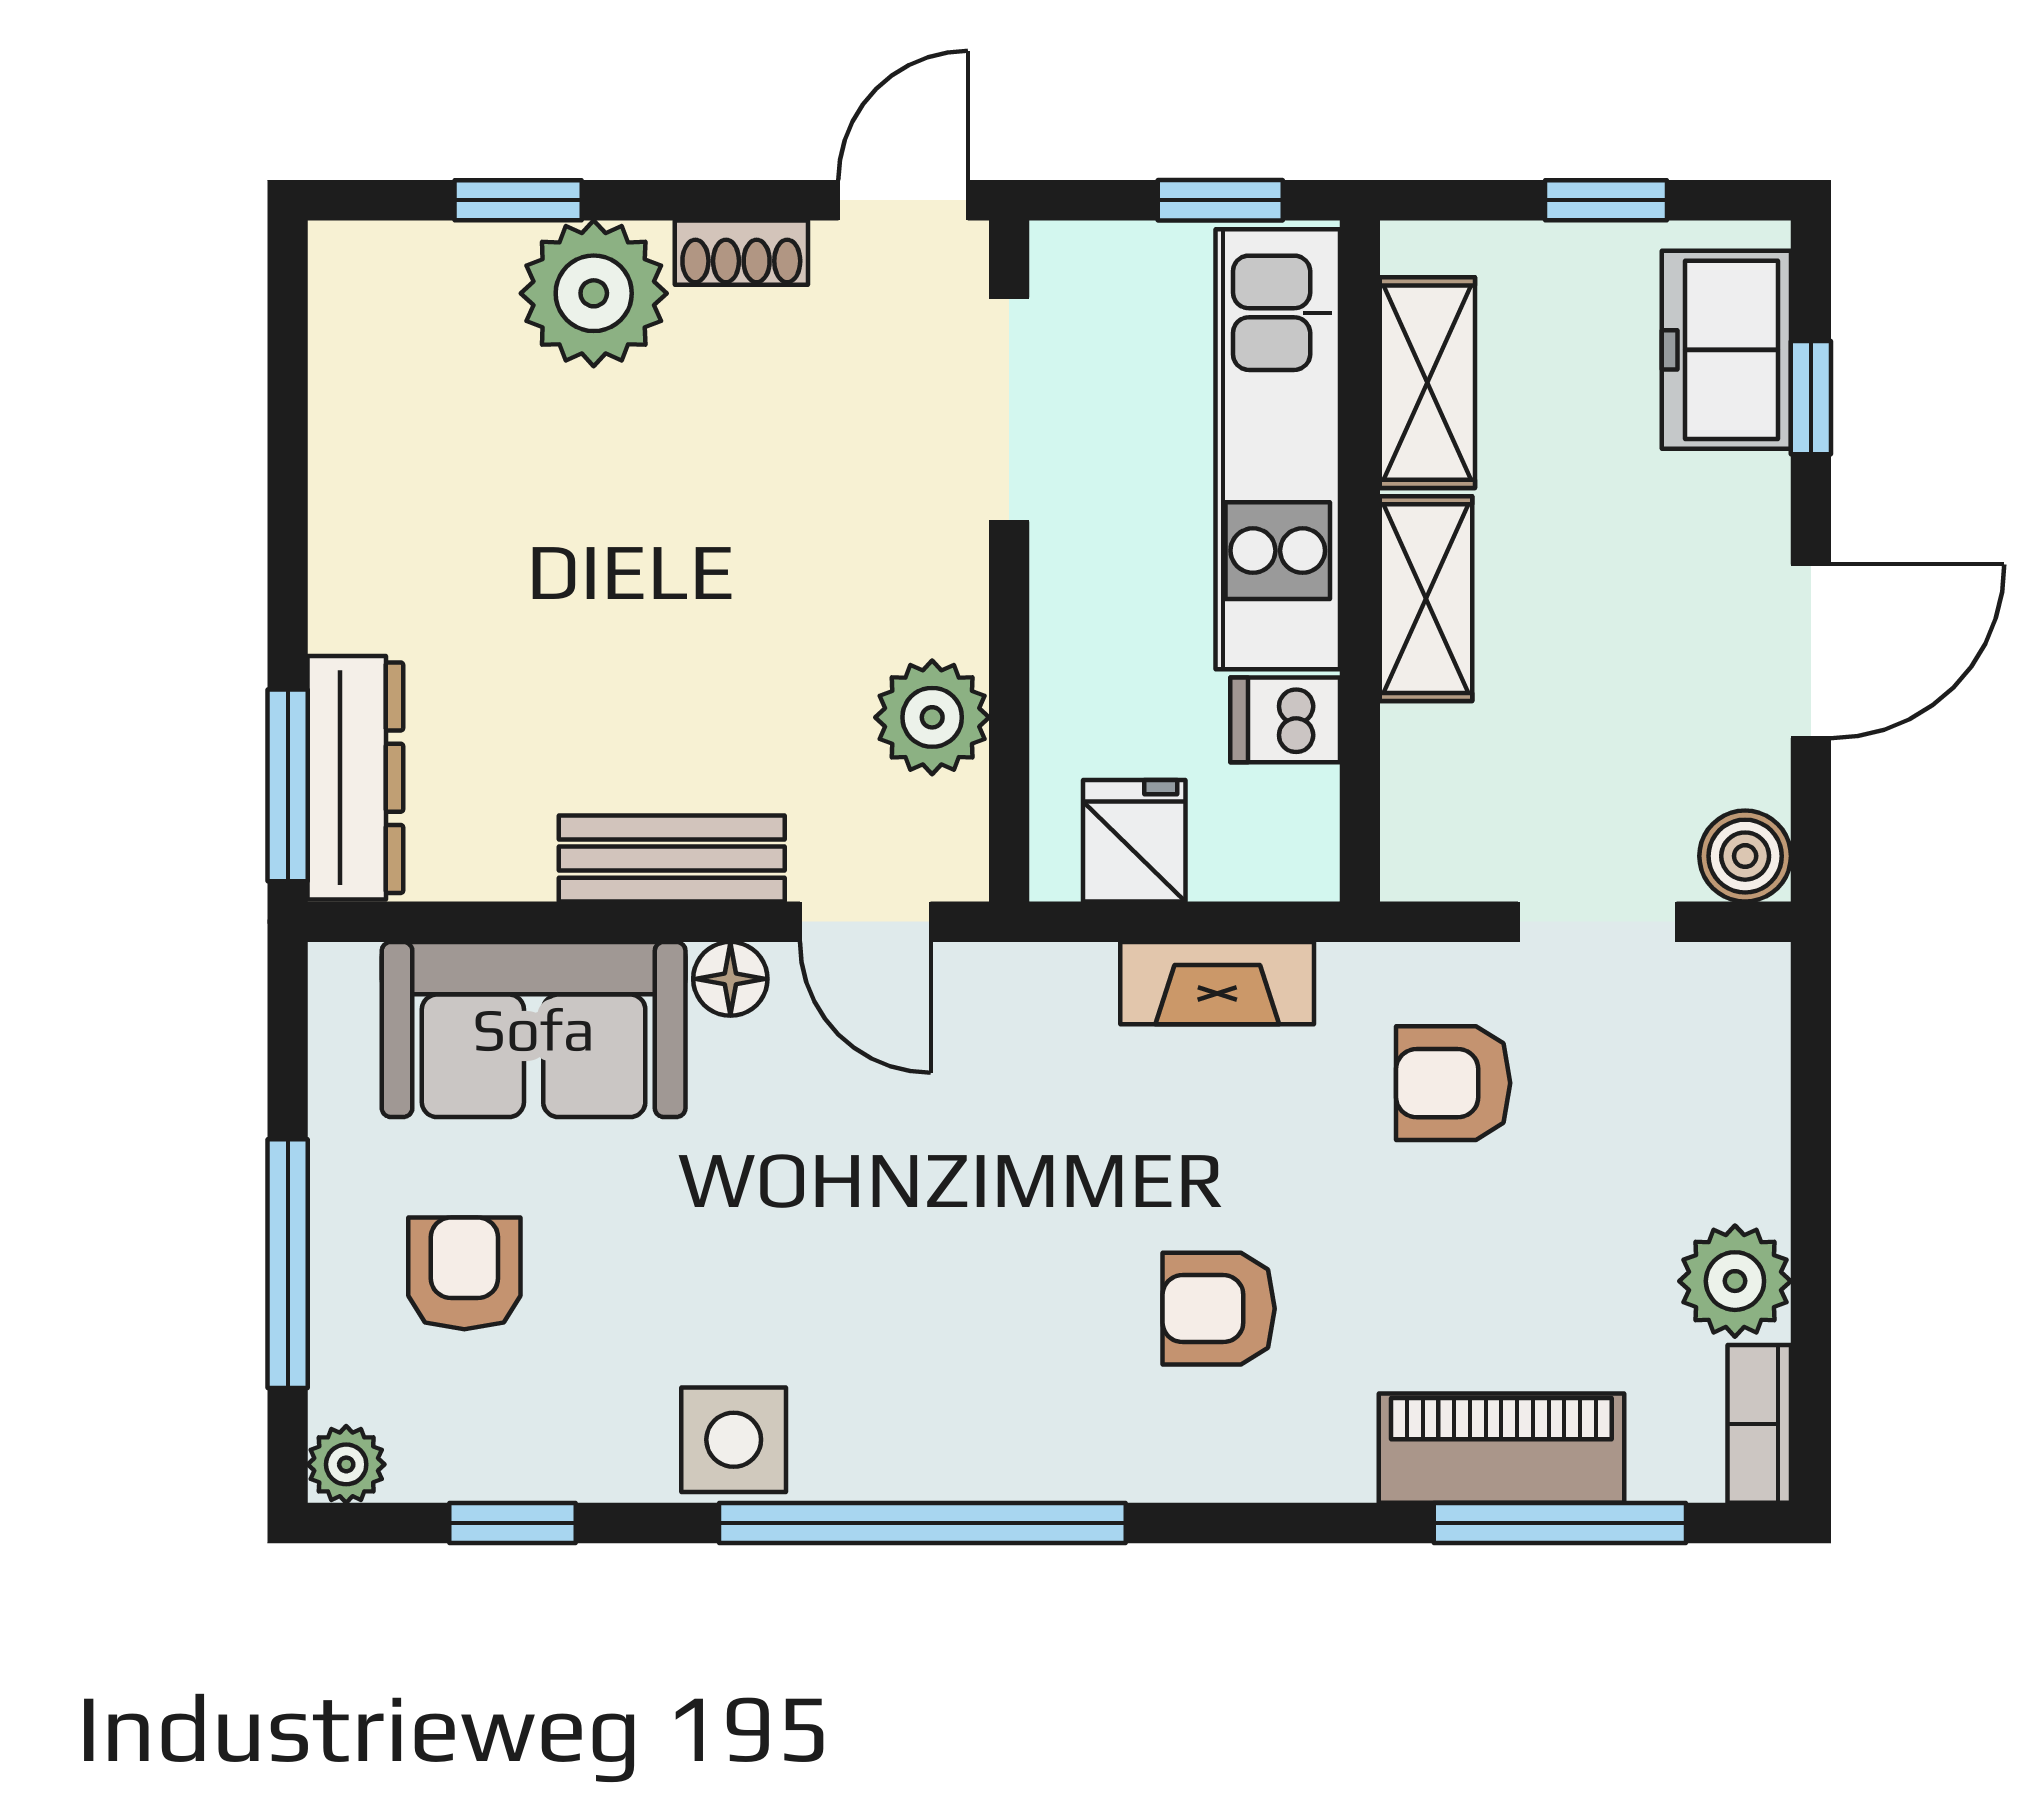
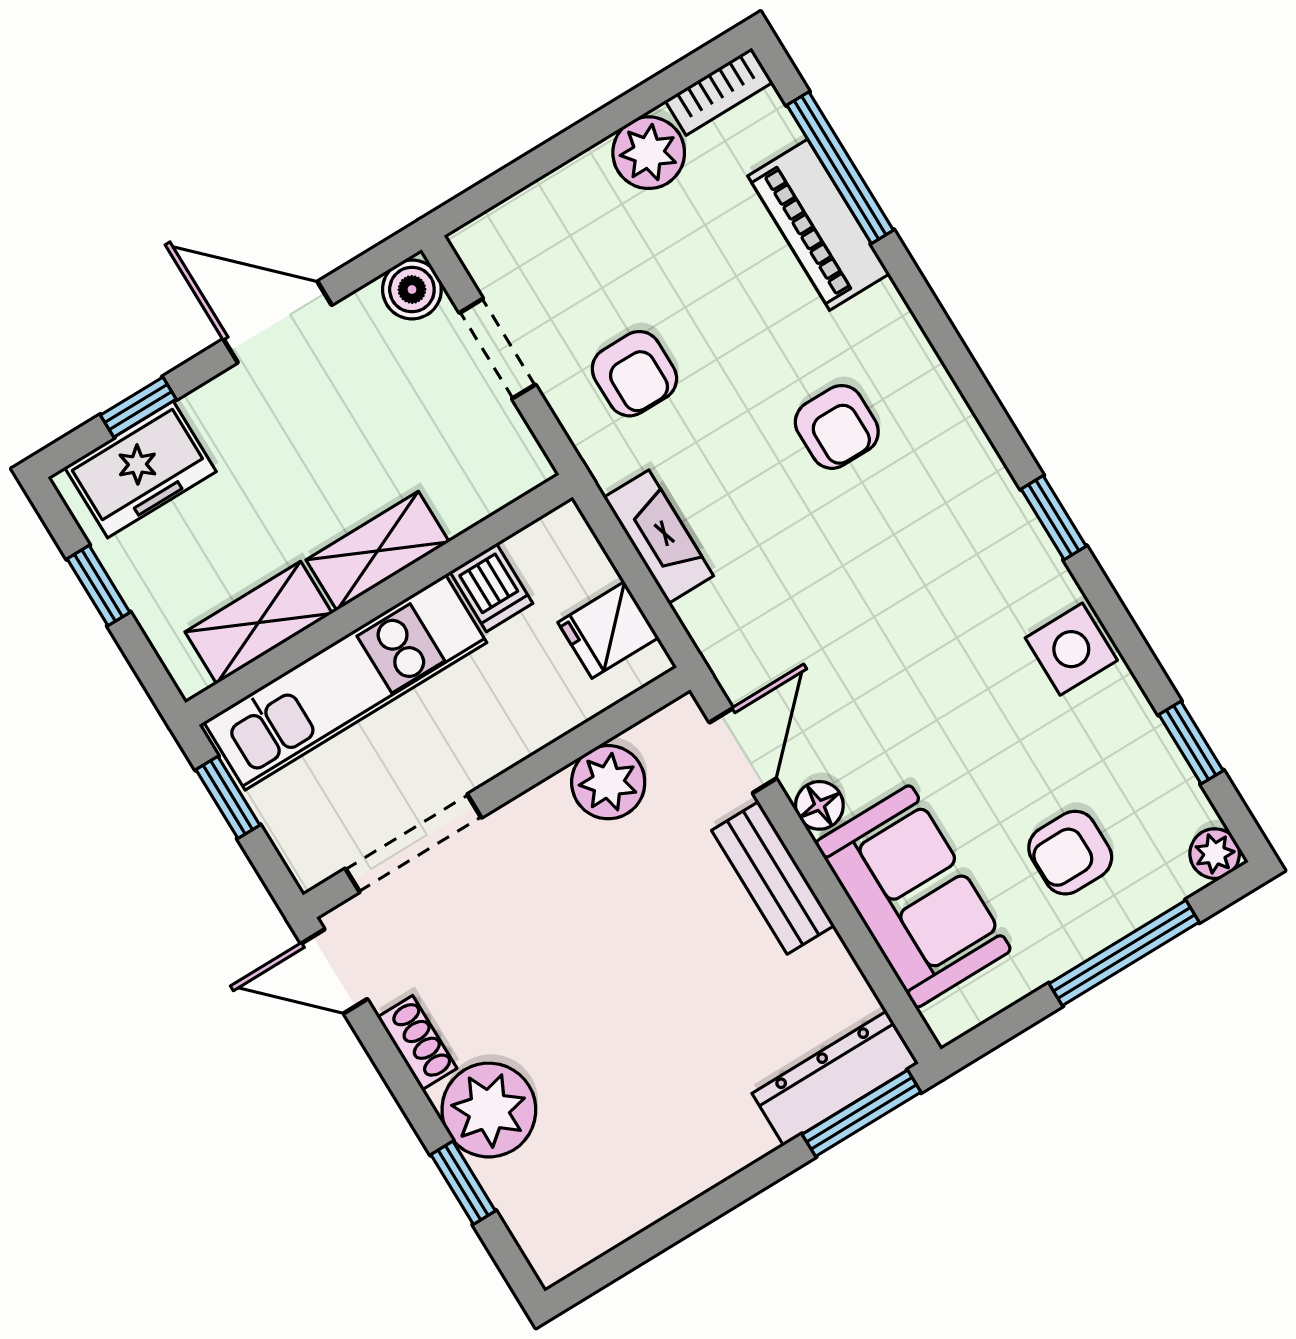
window: (922, 1523) -> (1054, 518), width x0.32

